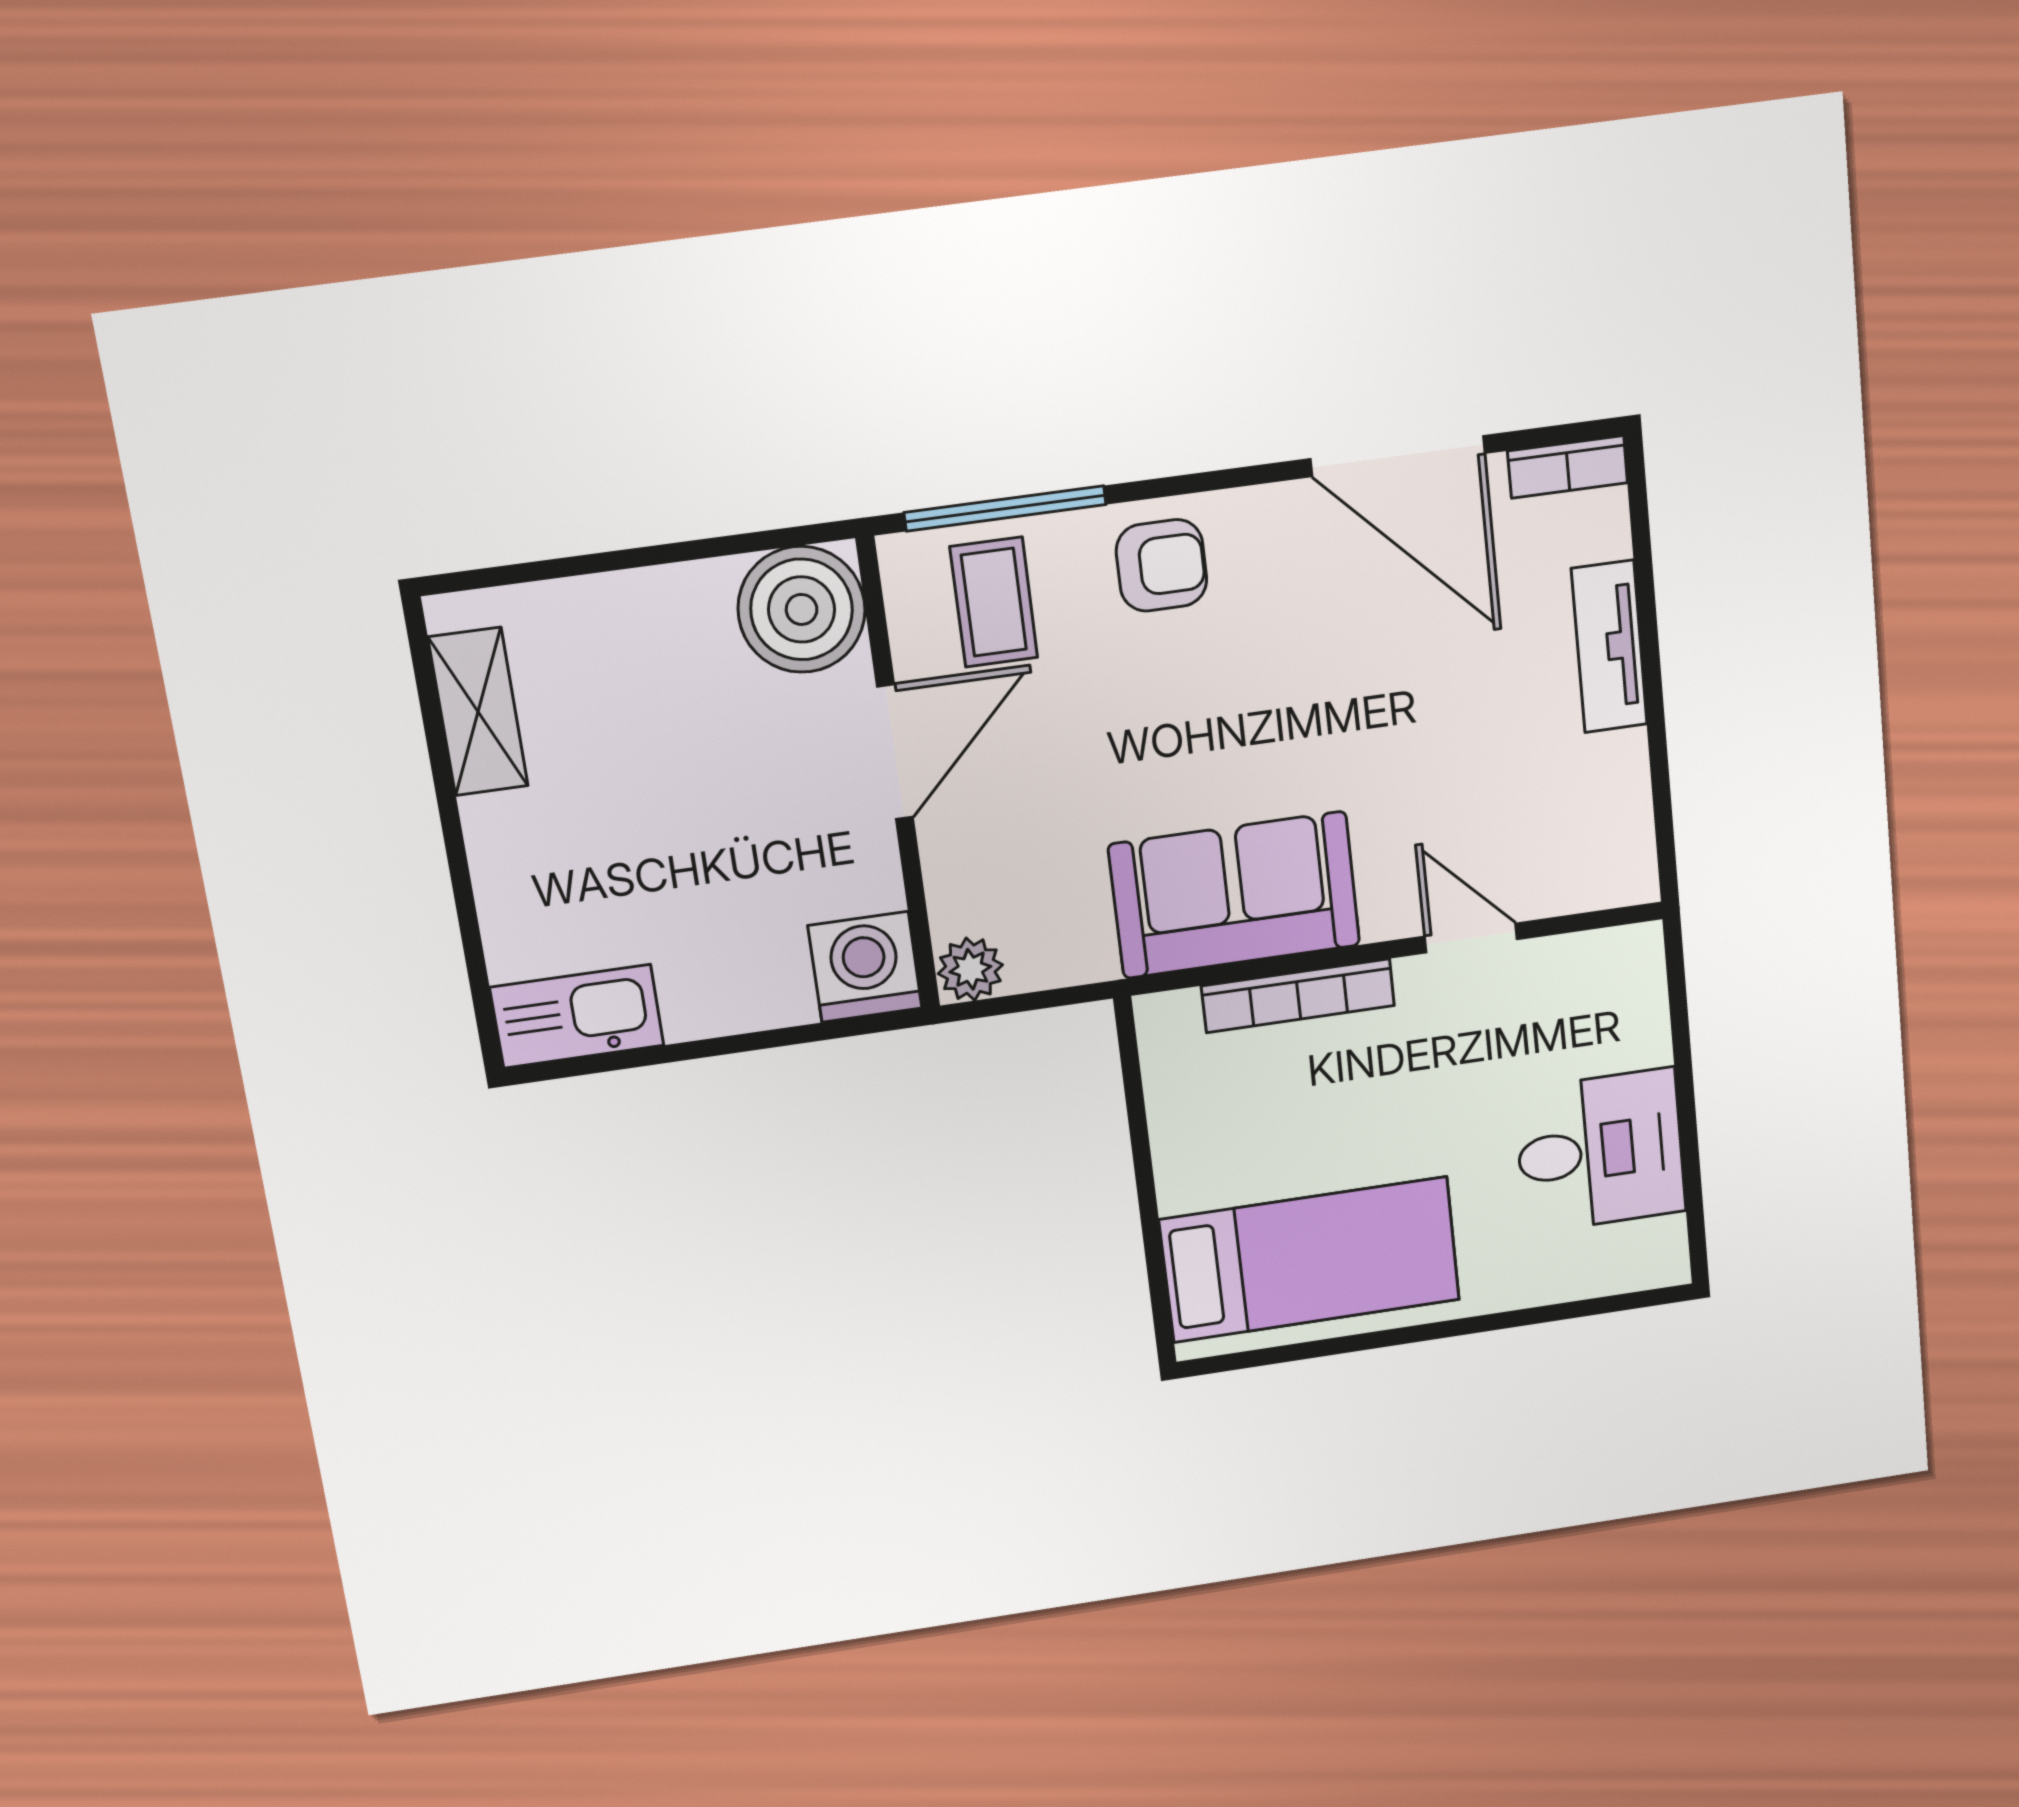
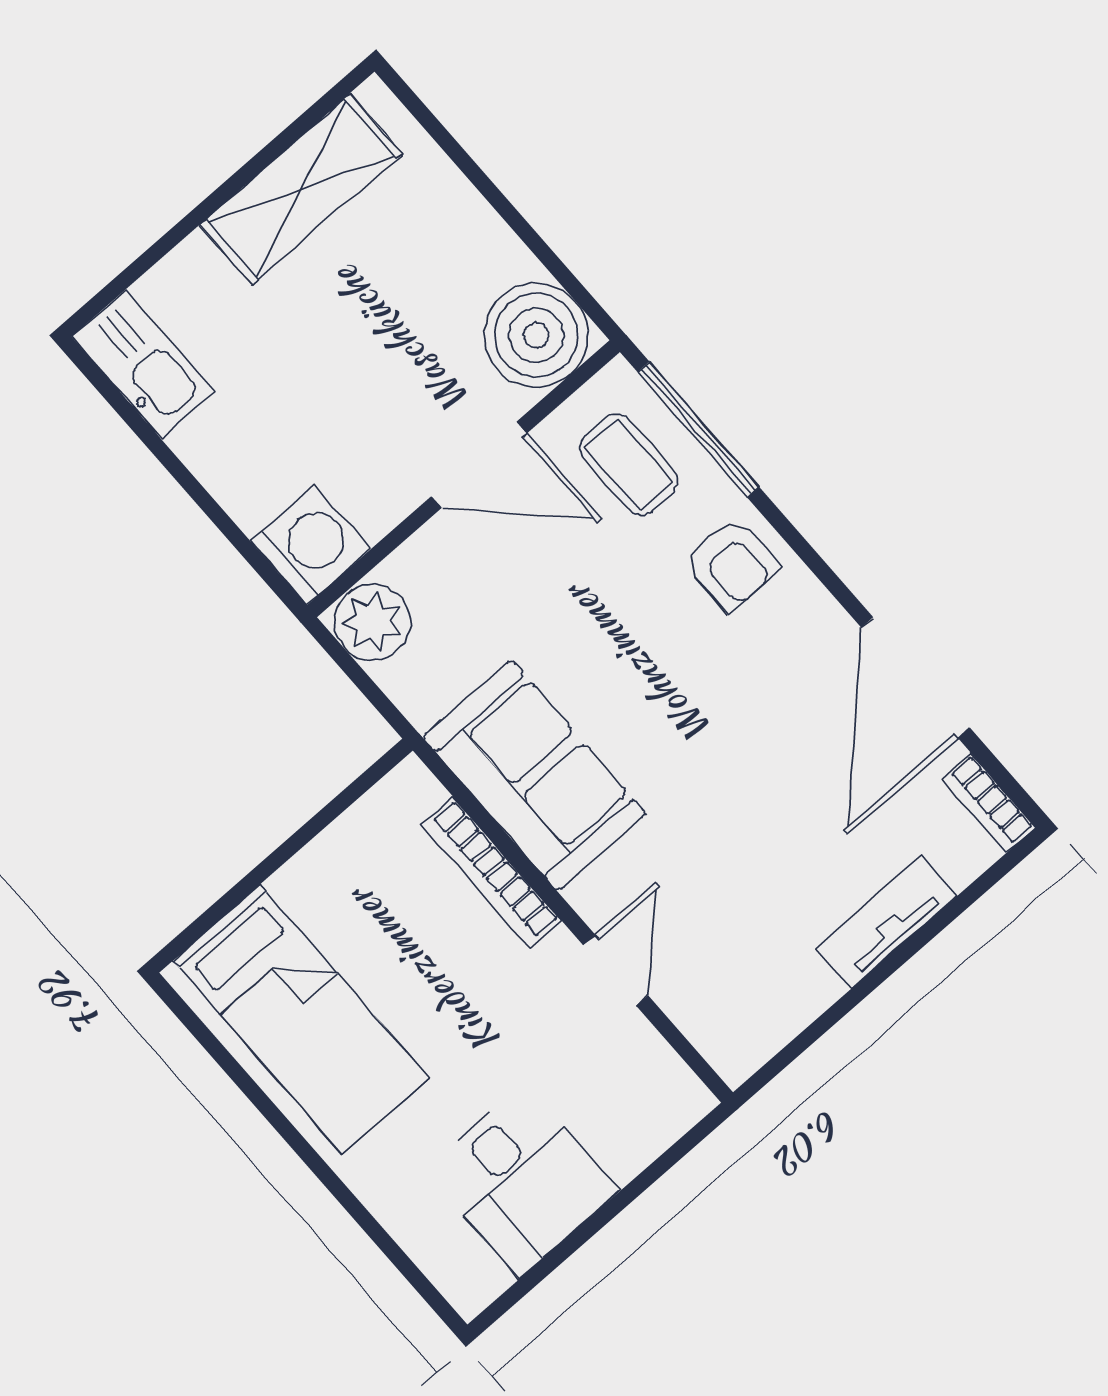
coffee table: (994, 602) -> (629, 465), turned 90
shelving: (478, 712) -> (301, 189), width x1.50, depth x1.33
plant: (970, 969) -> (372, 622), width x1.38, depth x1.38

